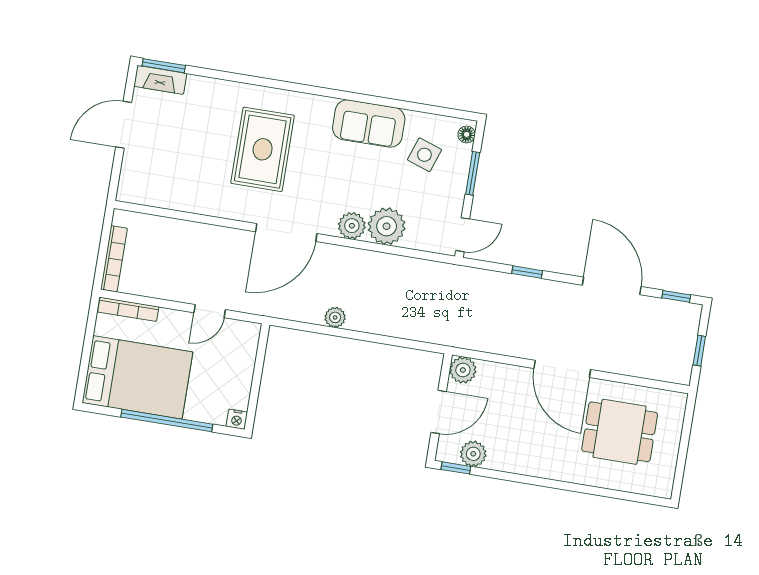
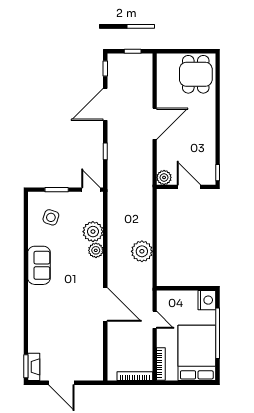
sofa: (369, 124) -> (39, 265), moved
floor lamp: (467, 134) -> (36, 196), removed
rug: (263, 149) -> (62, 305), removed
door: (286, 233) -> (105, 304), moved
plant: (335, 317) -> (142, 251), width x1.88, depth x1.88
nightstand: (237, 419) -> (207, 300), width x1.89, depth x1.79
dining table: (620, 432) -> (196, 74), moved
plant: (473, 454) -> (208, 164), removed

